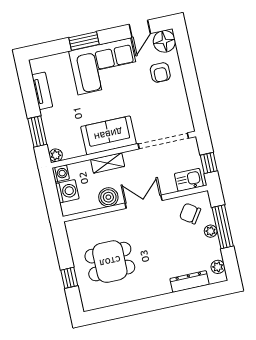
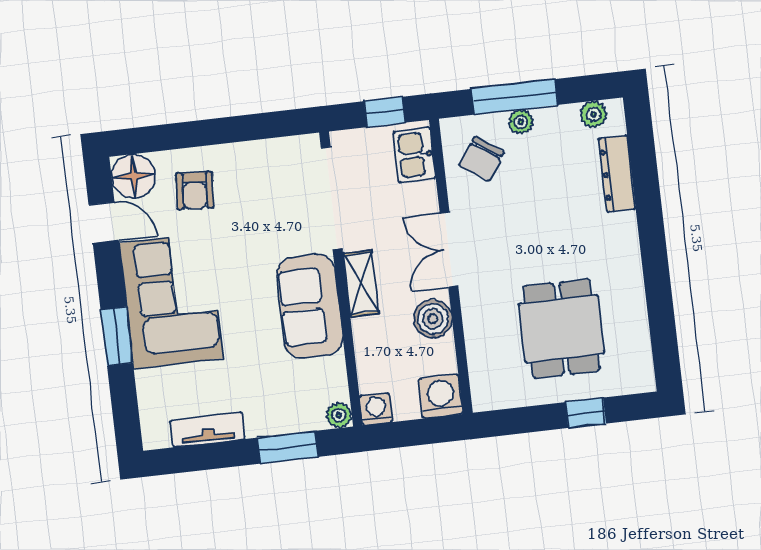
armchair: (160, 72) -> (195, 191), turned 94
shelving: (108, 163) -> (361, 283), moved
washing machine: (67, 191) -> (441, 396), moved

